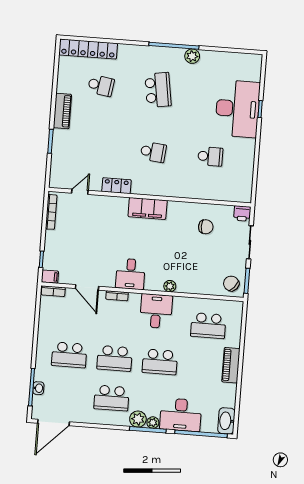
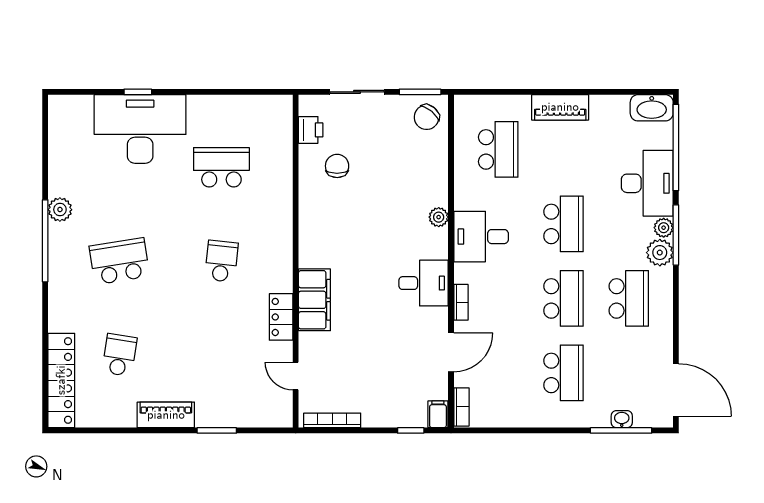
school desk: (210, 156) -> (221, 167), width x1.85
filing cabinet: (148, 208) -> (314, 300), moved
printer: (242, 213) -> (311, 130), moved

